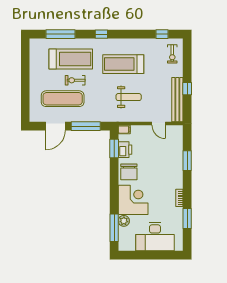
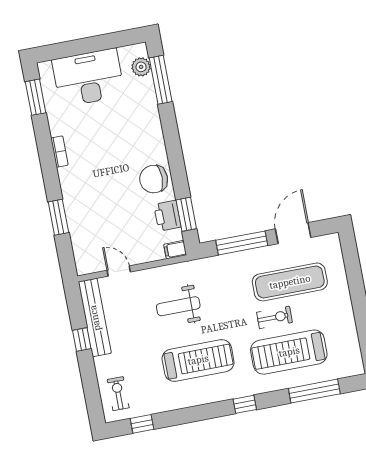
chair: (129, 172) -> (154, 179), turned -90
corner desk: (133, 200) -> (137, 133), removed
window: (187, 219) -> (36, 97), moved
plant: (124, 221) -> (141, 67), moved

